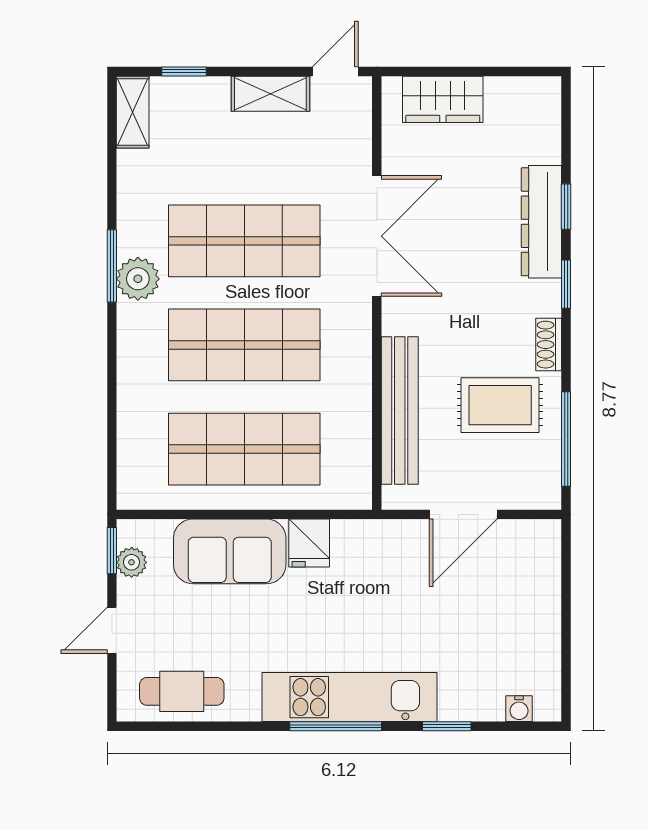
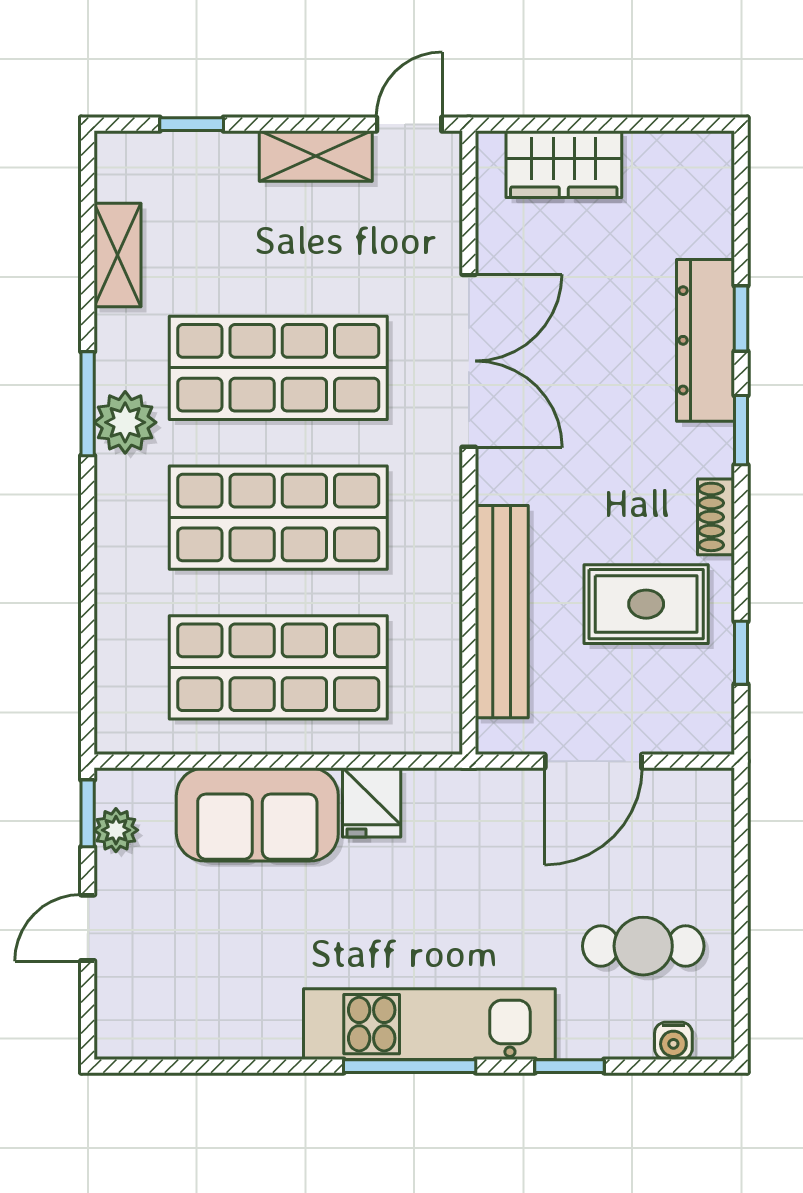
shelving: (133, 112) -> (118, 255), moved
window: (566, 439) -> (741, 653), width x0.46
cafe table: (182, 691) -> (643, 946), moved

